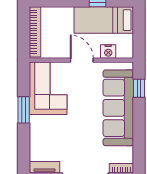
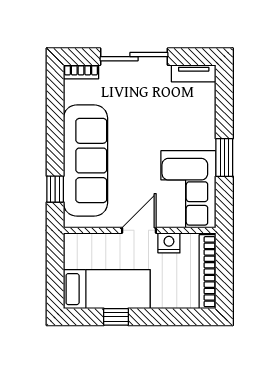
nightstand: (108, 52) -> (169, 243), moved
door: (82, 60) -> (139, 230), swing flipped

